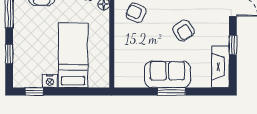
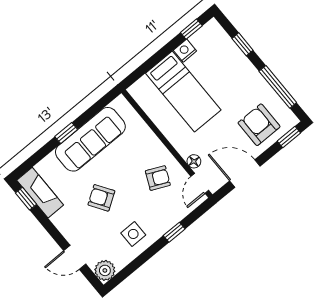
window: (233, 45) -> (26, 199), moved
sofa: (167, 74) -> (90, 139), width x1.36
window: (171, 91) -> (66, 133), width x0.67

